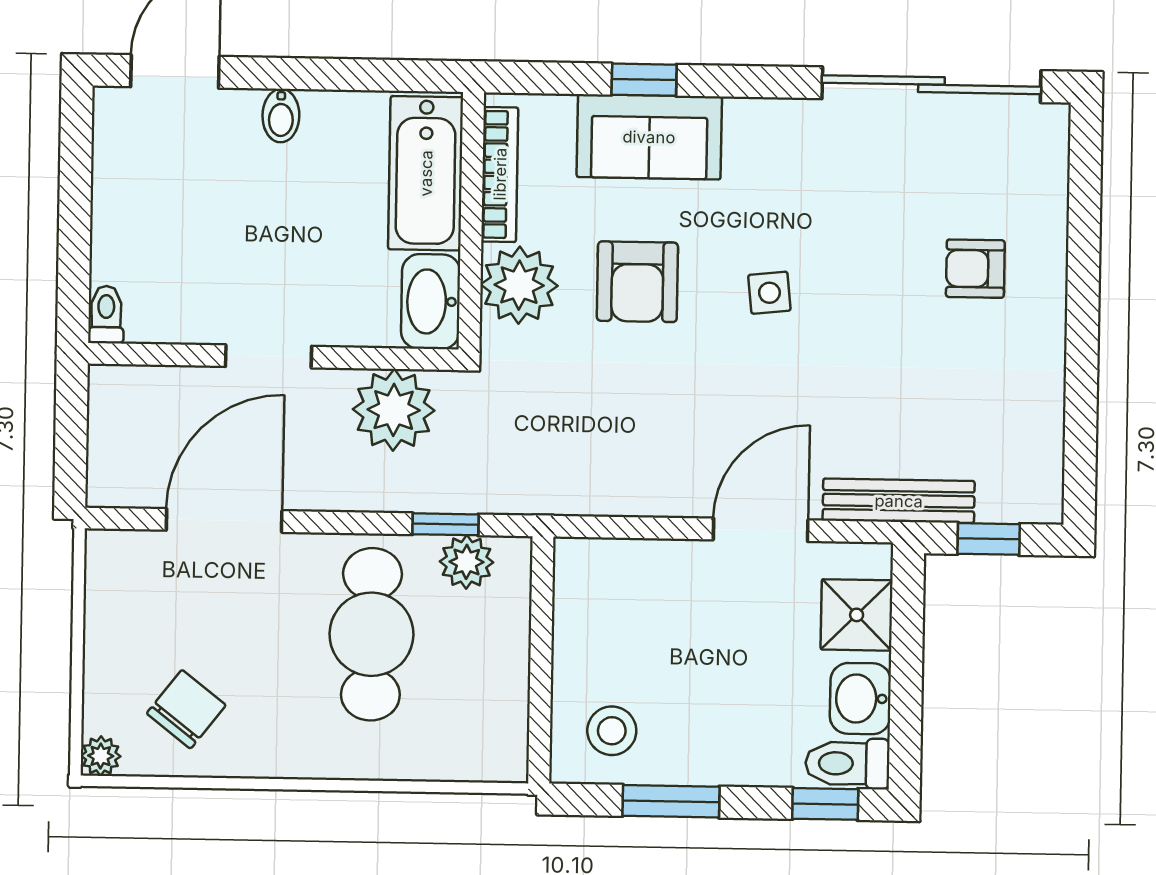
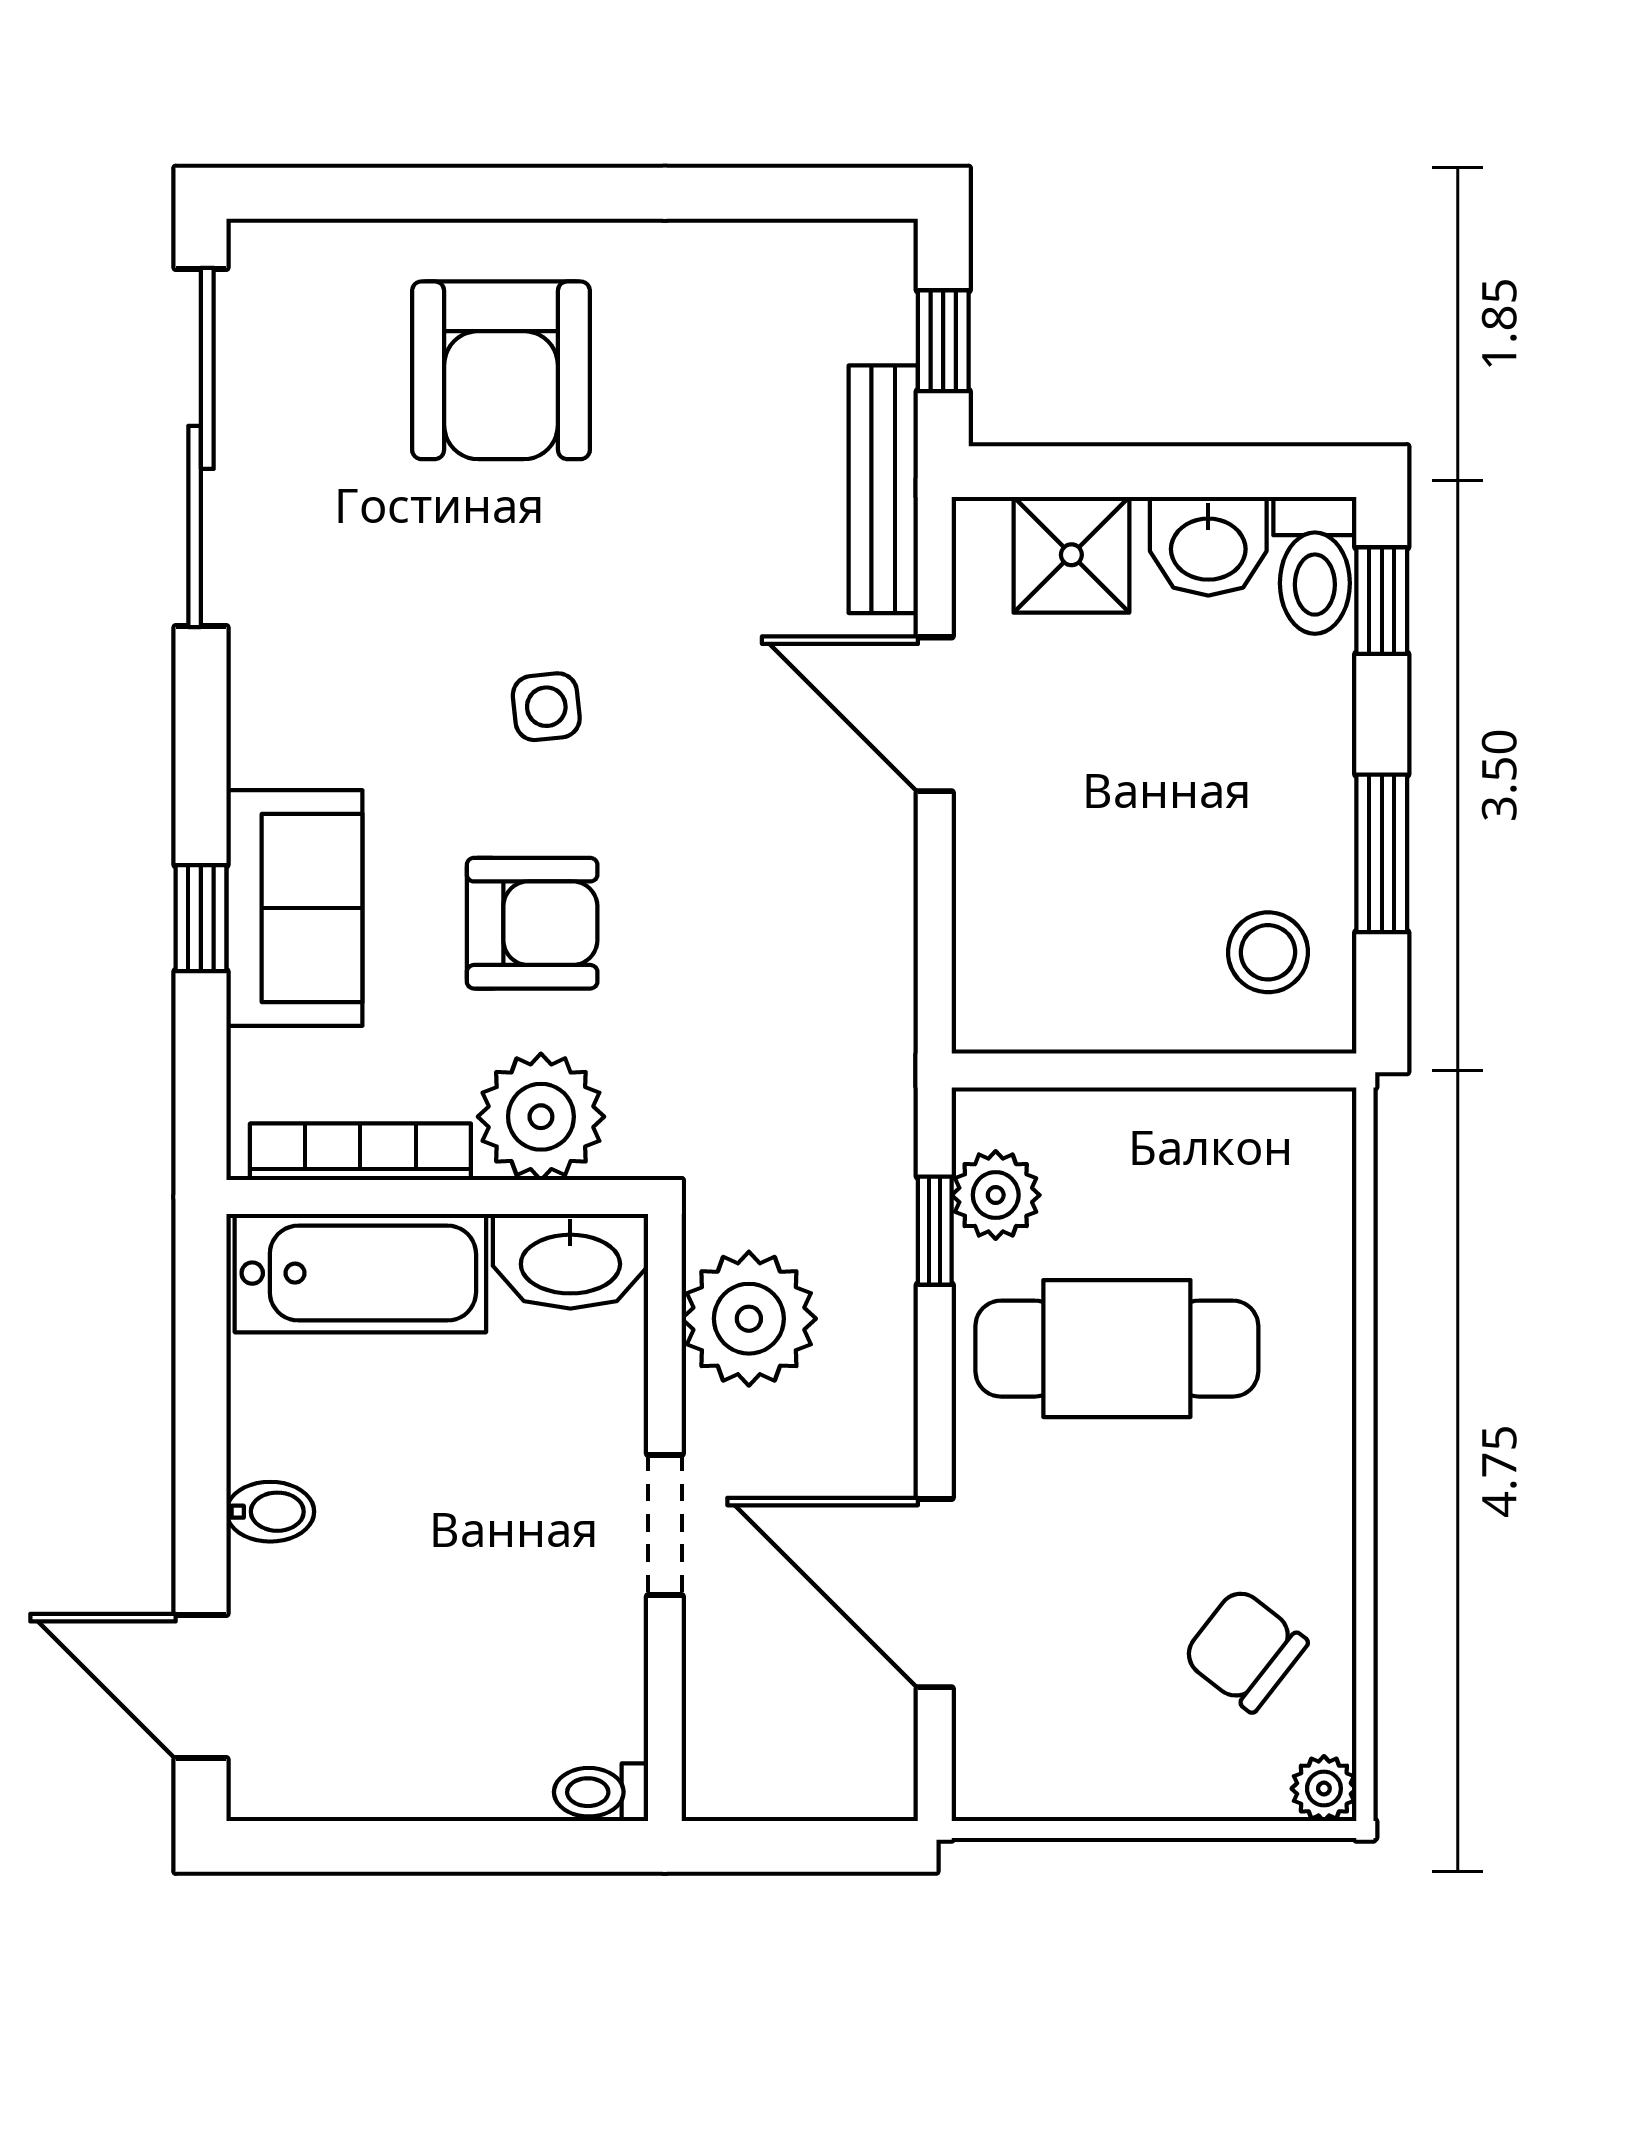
armchair: (975, 269) -> (501, 370), width x1.88, depth x1.88

